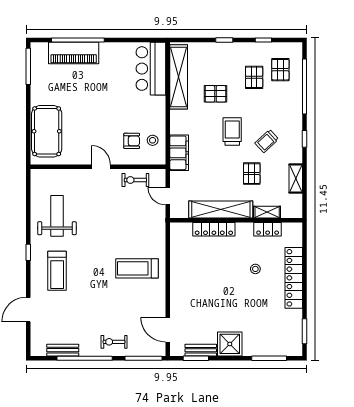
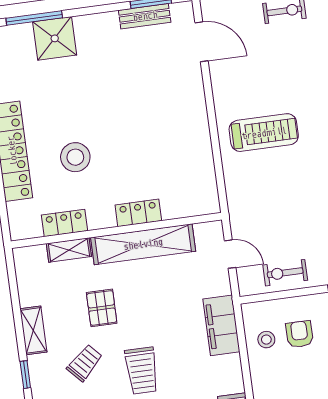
armchair: (132, 141) -> (300, 334), turned 90
shelving: (296, 179) -> (33, 330), moved
exercise bike: (135, 180) -> (285, 273), turned 180
locker: (214, 229) -> (138, 213), width x0.66
stool: (255, 269) -> (75, 157), width x1.89, depth x1.89
shower: (230, 344) -> (55, 38), moved

